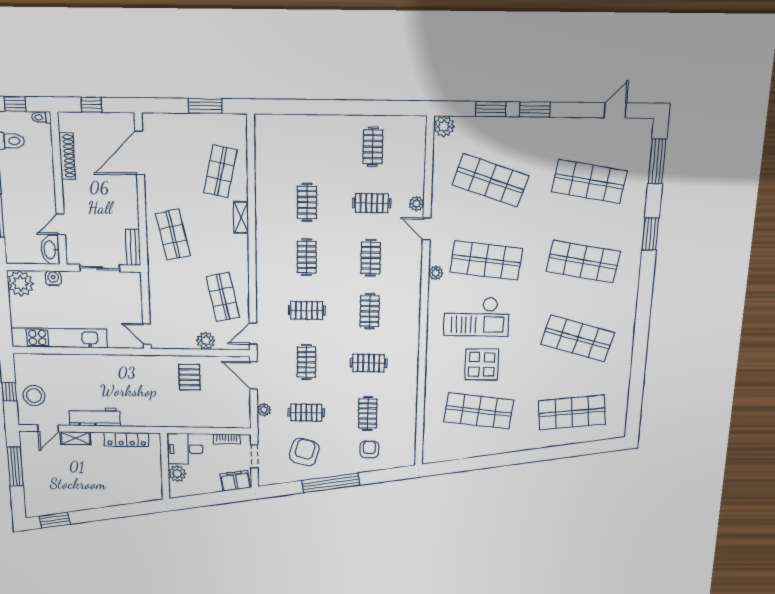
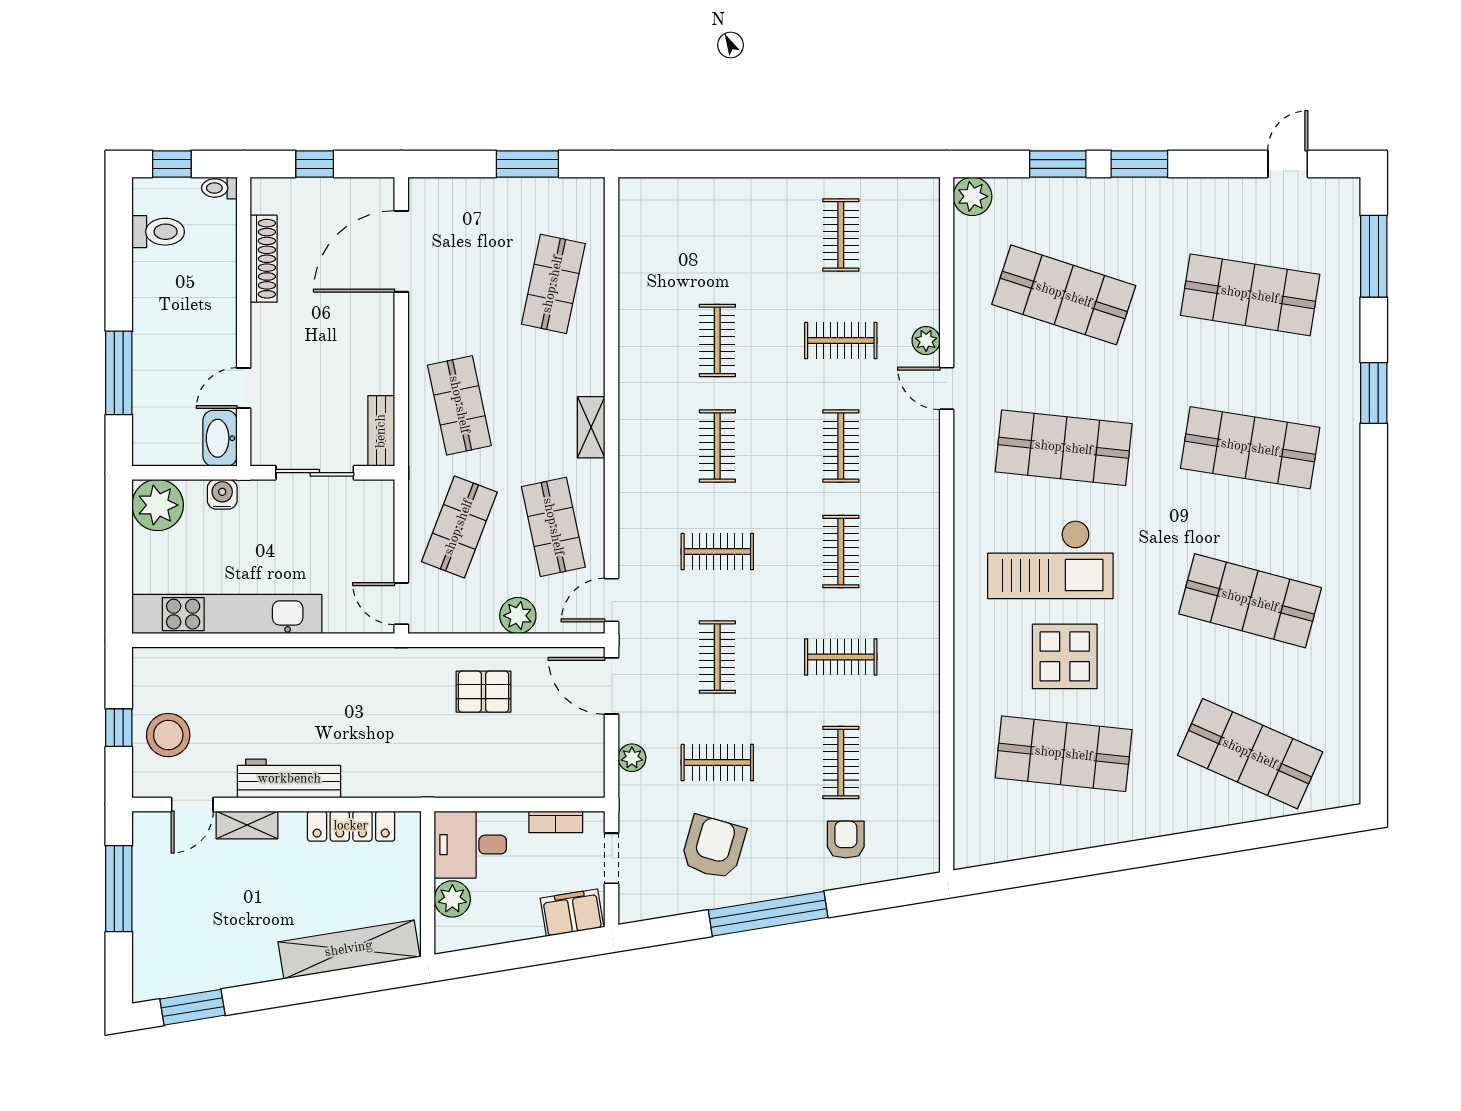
shelving: (241, 217) -> (591, 427), moved
plant: (436, 273) -> (967, 474), removed
shop shelf: (175, 296) -> (459, 527), added
pallet: (190, 377) -> (484, 692), turned 90
shop shelf: (572, 412) -> (1250, 754), turned 30
shelving: (128, 496) -> (349, 949), added

